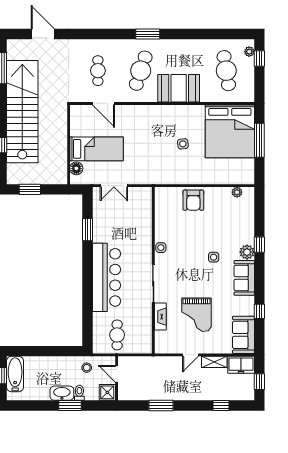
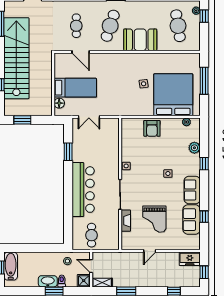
bed: (230, 131) -> (173, 95), moved, turned 180
plant: (247, 252) -> (194, 148), moved
sofa: (243, 335) -> (192, 220), moved
shelving: (214, 362) -> (102, 283), moved

